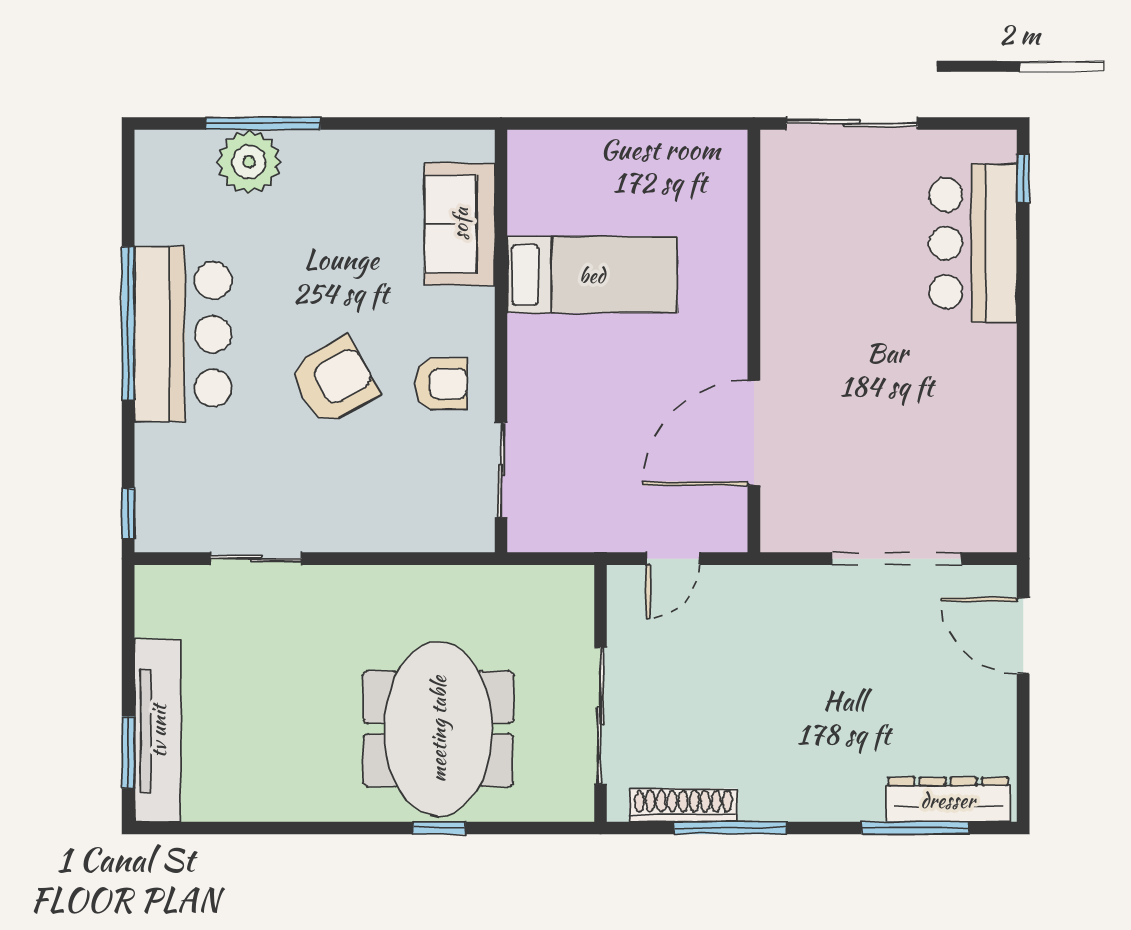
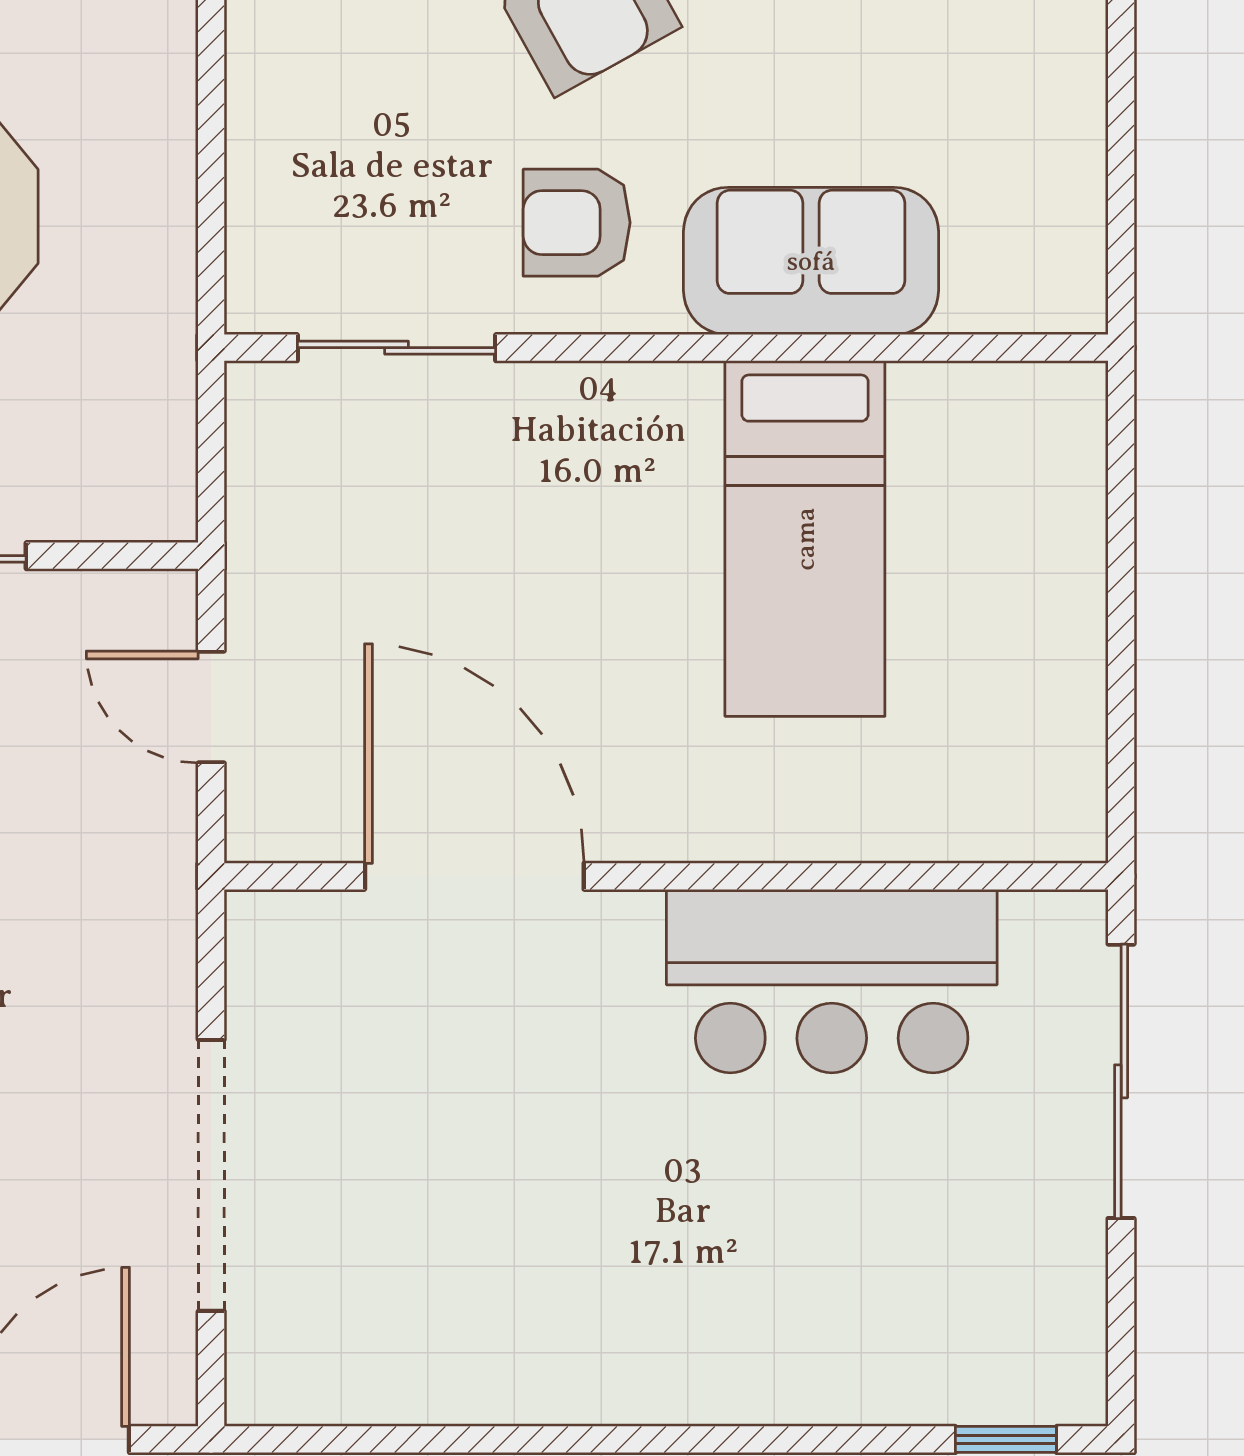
sofa: (460, 224) -> (811, 261), moved
bar counter: (973, 243) -> (832, 981), moved, turned 180
armchair: (441, 384) -> (577, 223), turned 90

